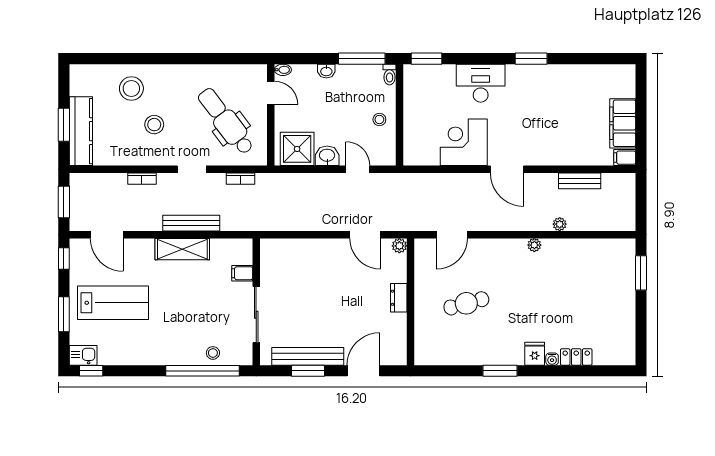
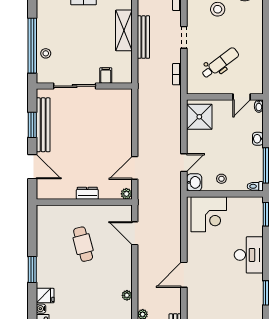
dental chair: (226, 121) -> (220, 63), width x0.73, depth x0.72
corner desk: (464, 142) -> (209, 214), moved, turned 90
washbasin: (327, 156) -> (194, 182), moved

